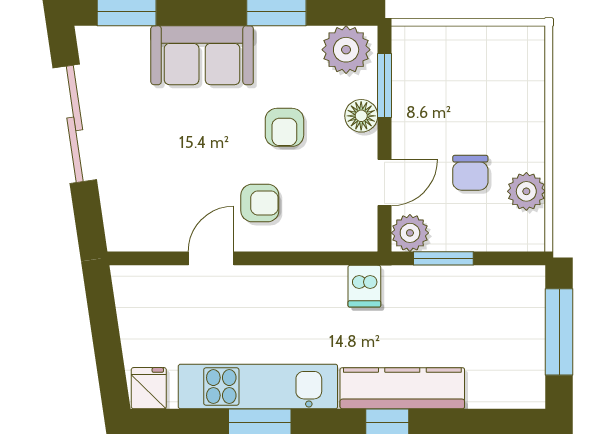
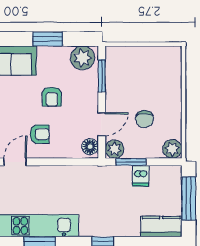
floor lamp: (361, 116) -> (90, 147), moved
plant: (526, 191) -> (172, 149), moved
dishwasher: (364, 286) -> (141, 176), moved
kitchen counter: (402, 388) -> (161, 227), moved, width x0.67

